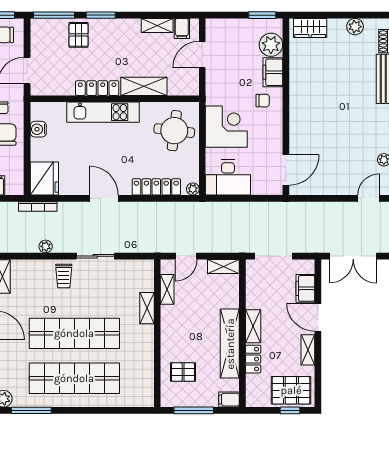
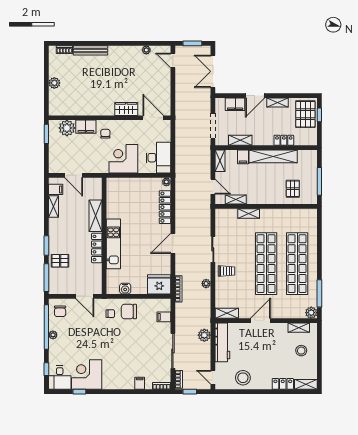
plant: (355, 27) -> (54, 83), moved
wardrobe: (310, 28) -> (126, 109), moved, turned -90
round table: (174, 131) -> (126, 195), removed
double door: (353, 256) -> (213, 71), swing flipped
shelving: (253, 326) -> (240, 140), moved
filing cabinet: (229, 400) -> (243, 157), moved

